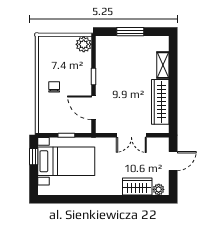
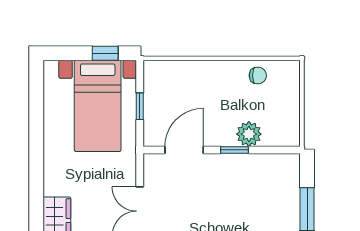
plant: (84, 44) -> (249, 134), moved
chair: (54, 87) -> (258, 76), moved

